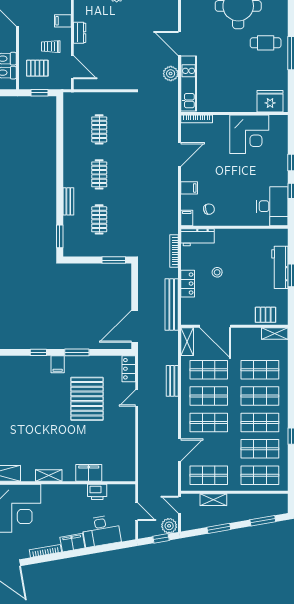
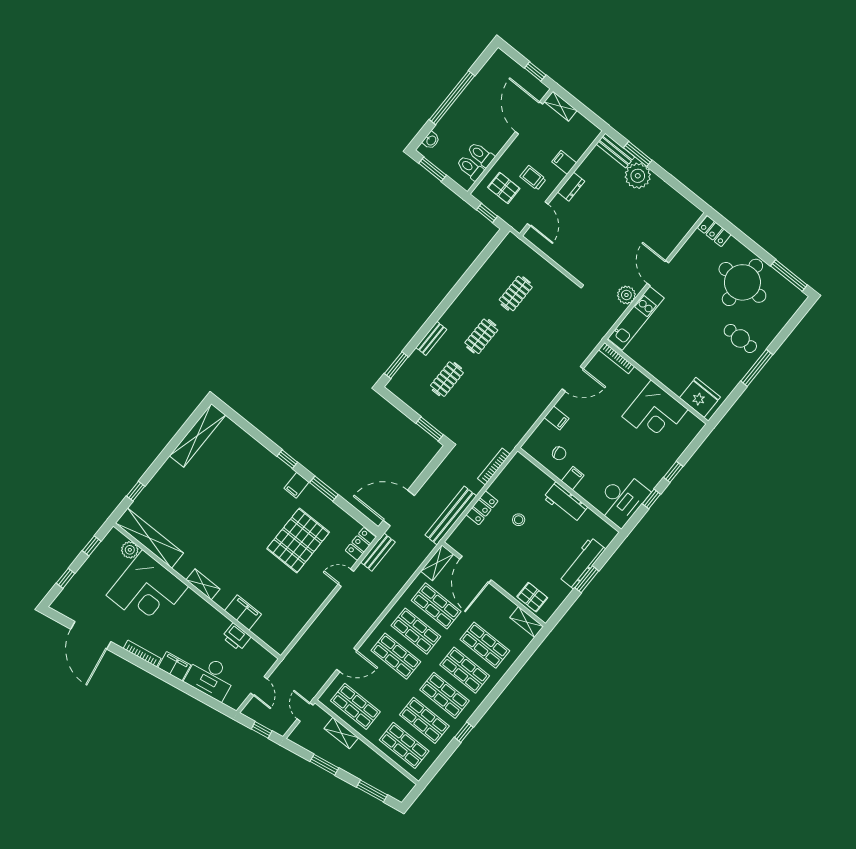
filing cabinet: (187, 218) -> (573, 478), moved
workbench: (197, 237) -> (565, 502), moved
bench: (172, 381) -> (378, 552), moved
plant: (169, 526) -> (279, 724), removed

